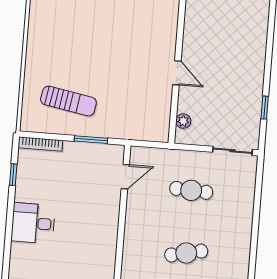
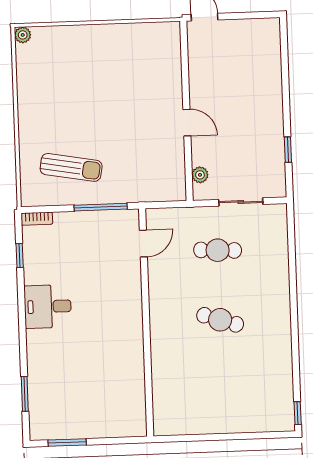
window: (91, 140) -> (101, 207), width x1.44
bookcase: (40, 144) -> (37, 219), width x0.64
sliding door: (233, 151) -> (241, 202), moved
cafe table: (186, 253) -> (220, 320), turned 30

